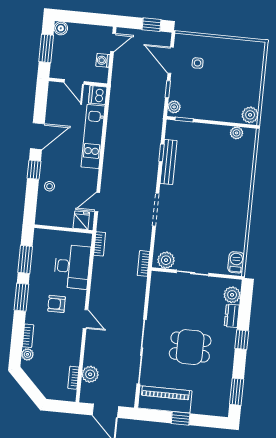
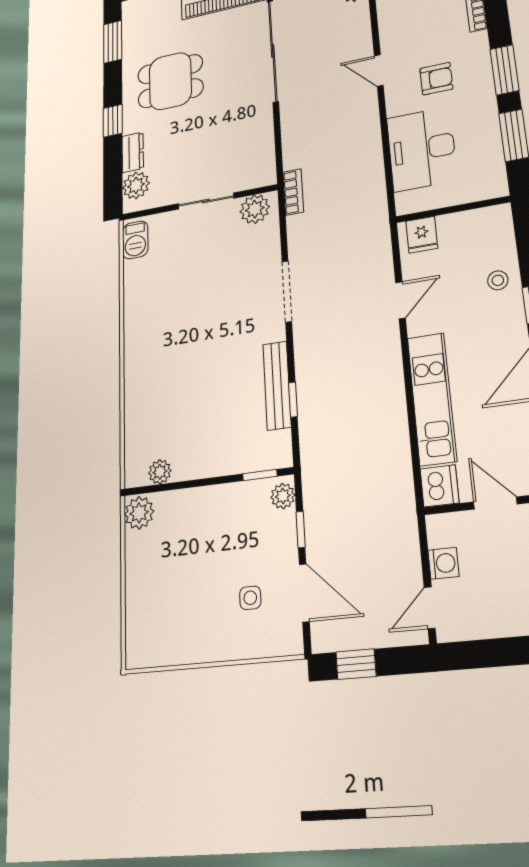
door: (97, 202) -> (401, 300), moved
bookcase: (100, 244) -> (379, 203), removed
dining table: (190, 347) -> (170, 81), moved

